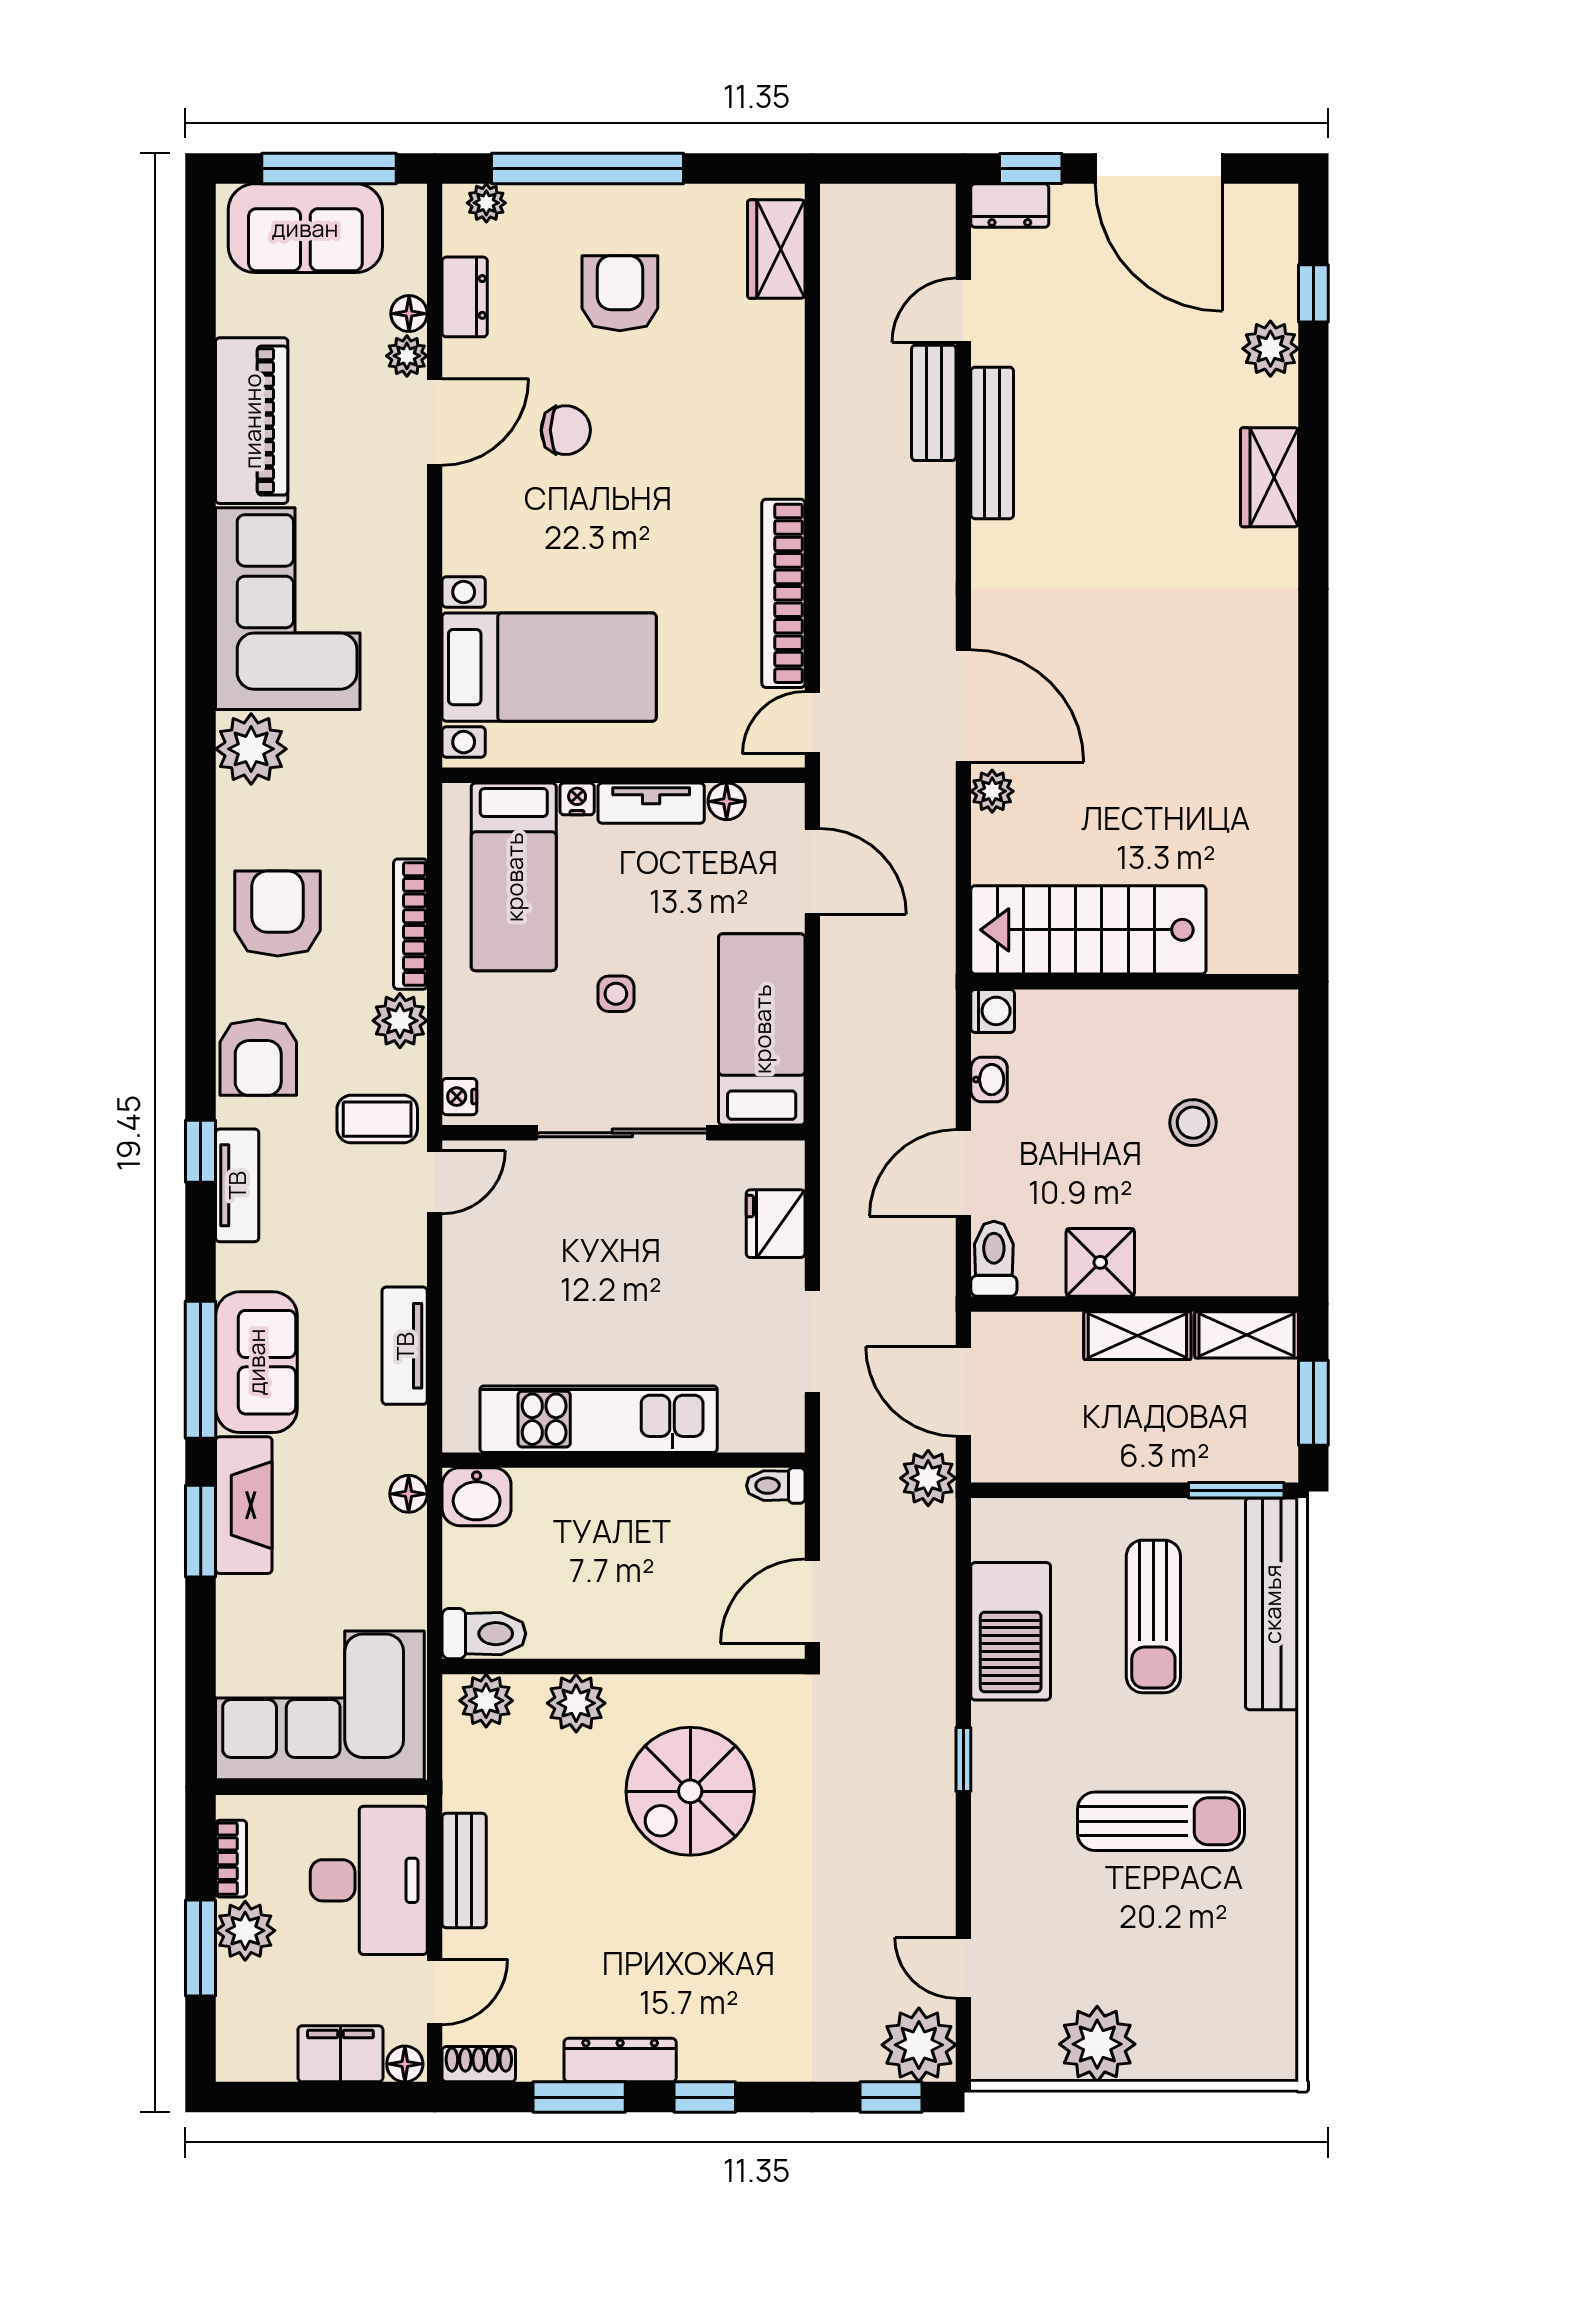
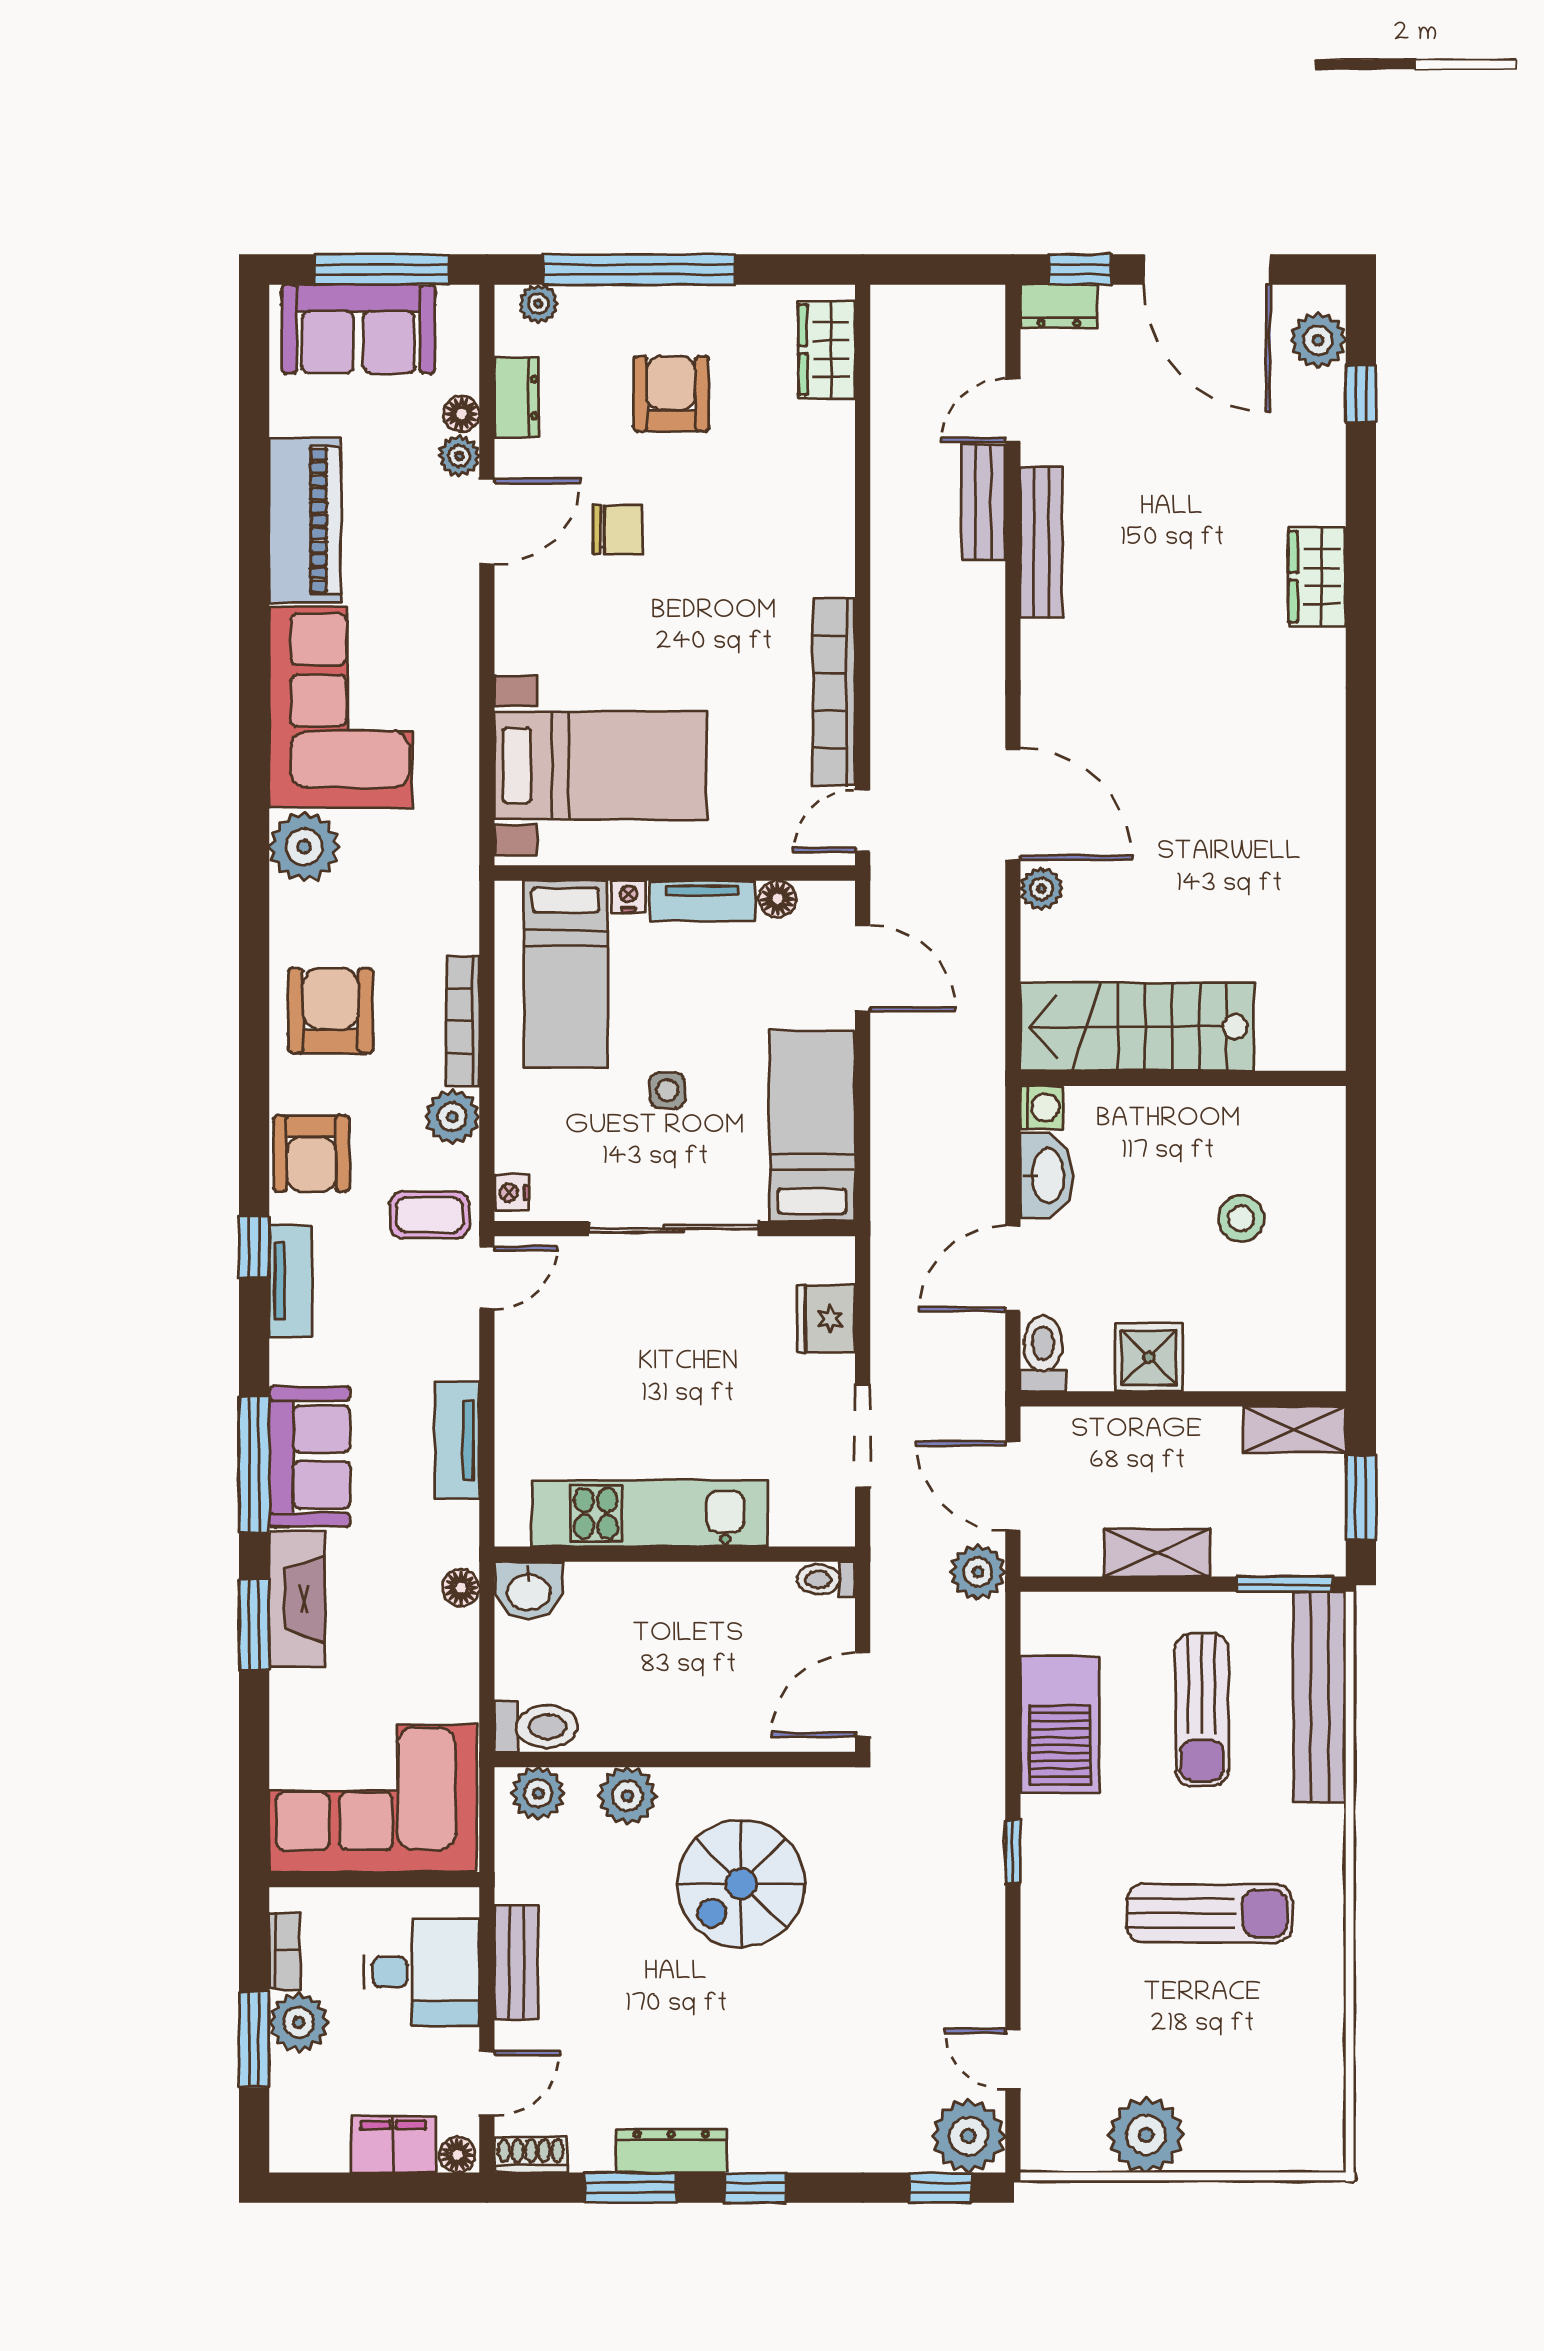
plant: (1270, 349) -> (1318, 340), moved
washbasin: (989, 1080) -> (1046, 1176), width x1.91, depth x1.45
shelving: (1137, 1336) -> (1157, 1553), moved
desk: (369, 1880) -> (421, 1972), width x0.73

